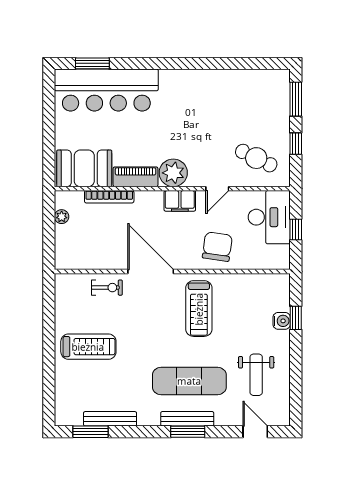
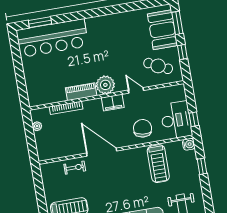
booth: (84, 168) -> (162, 30), moved, turned 90
door: (217, 189) -> (136, 90), swing flipped
desk: (269, 217) -> (176, 120), moved
window: (296, 230) -> (194, 119), moved
treadmill: (199, 309) -> (158, 164), moved
water cooler: (282, 321) -> (189, 144), moved

